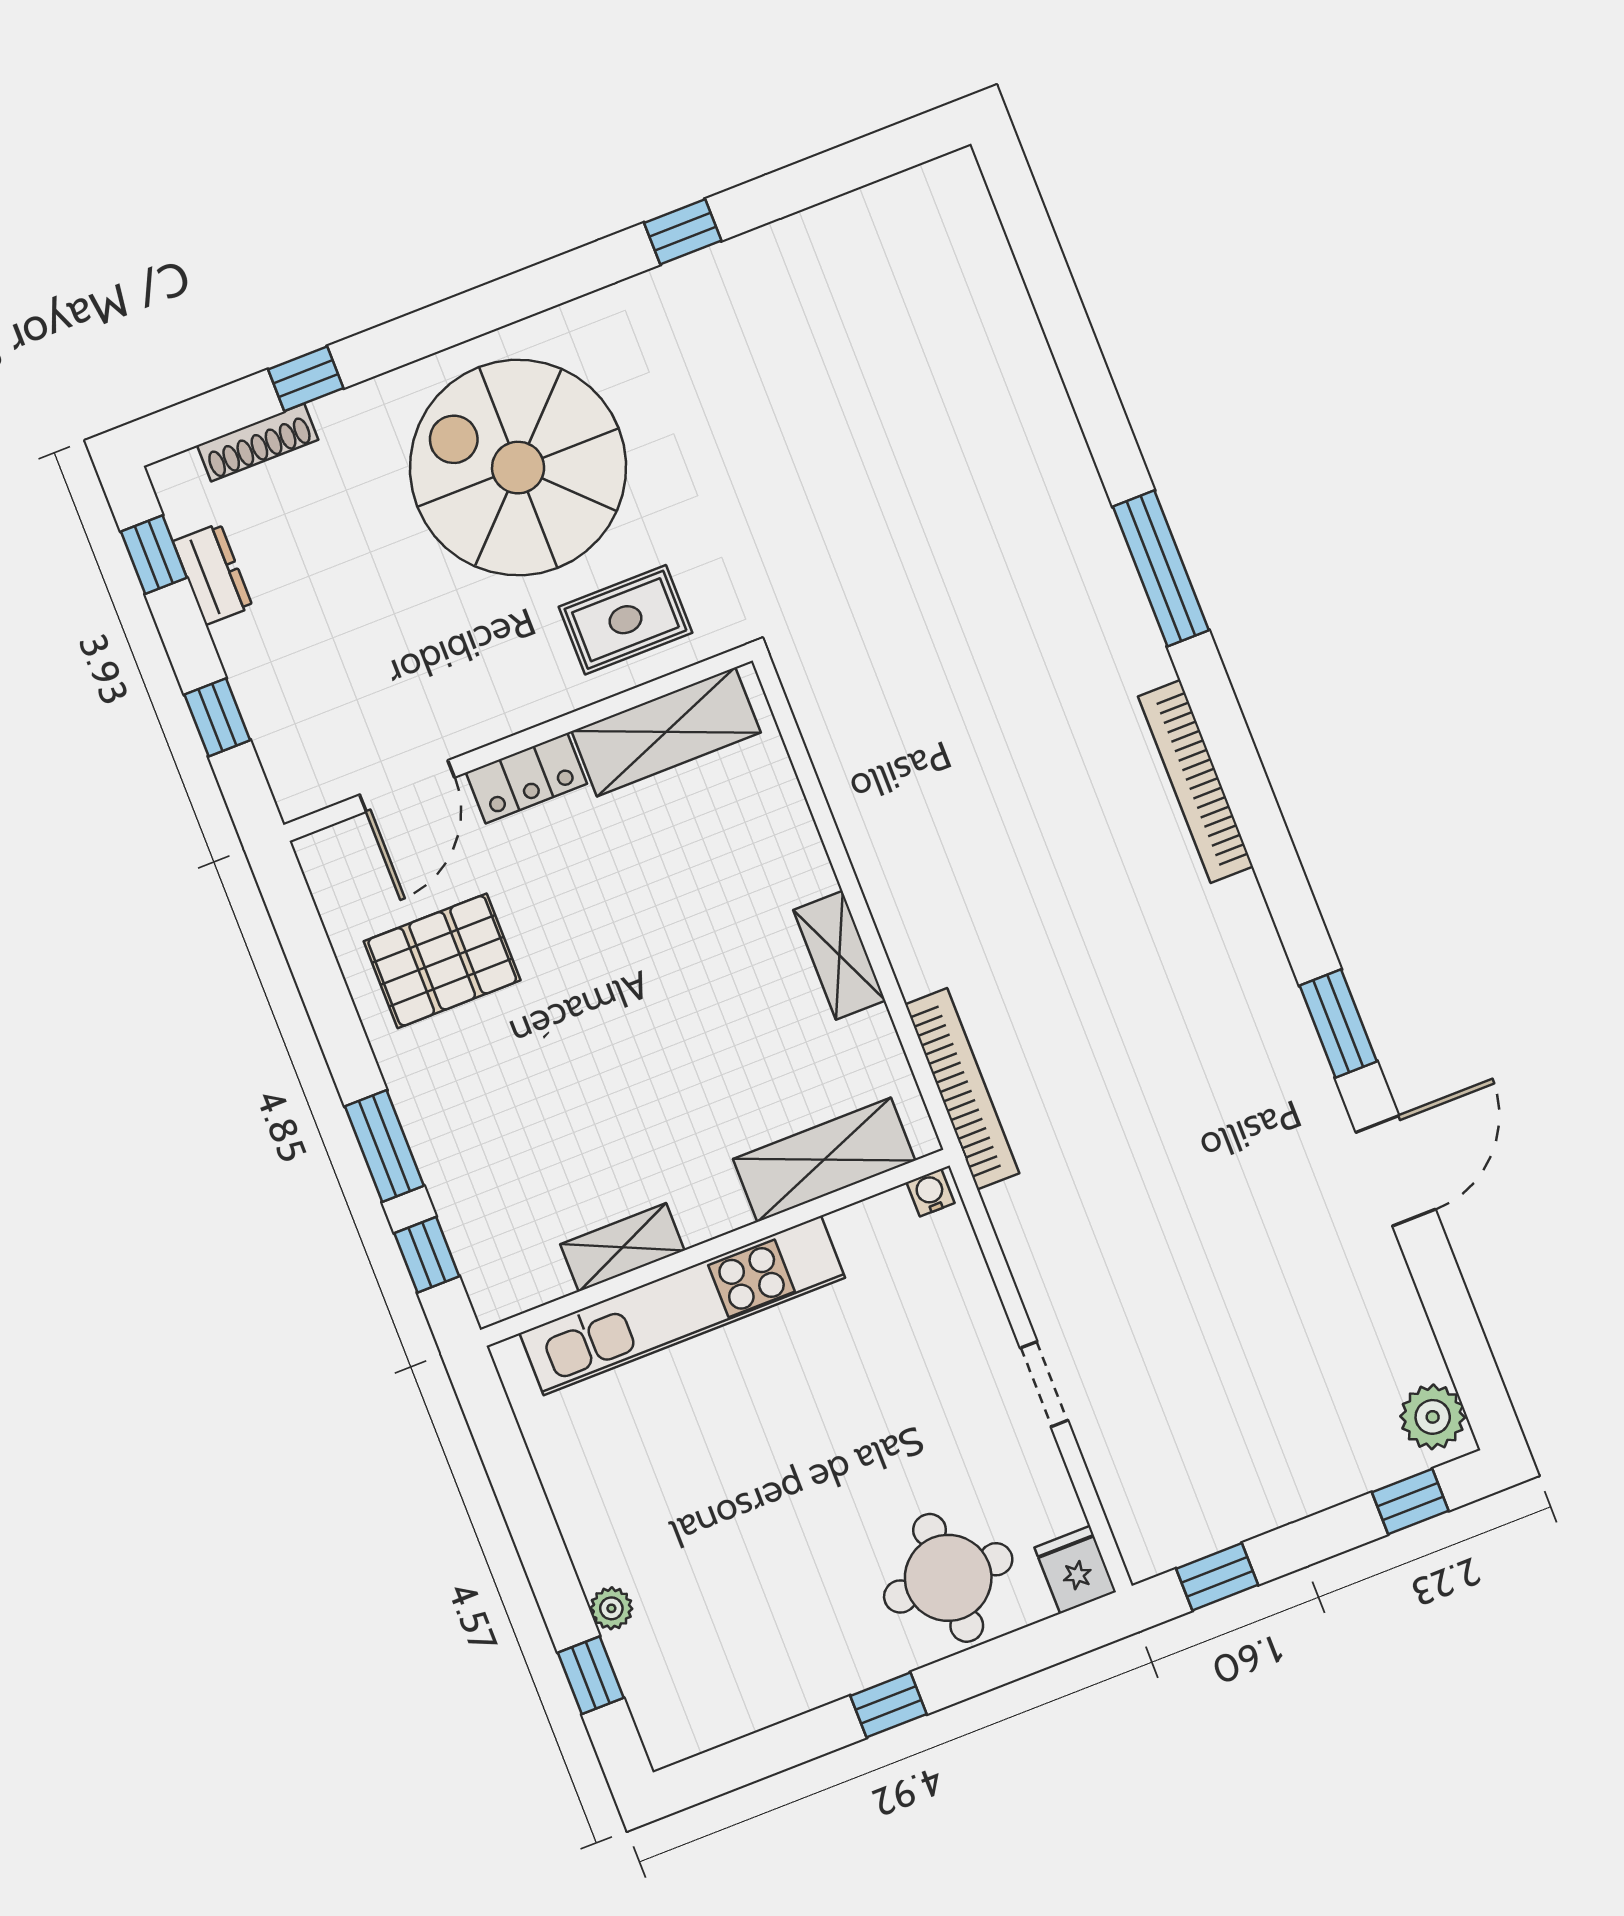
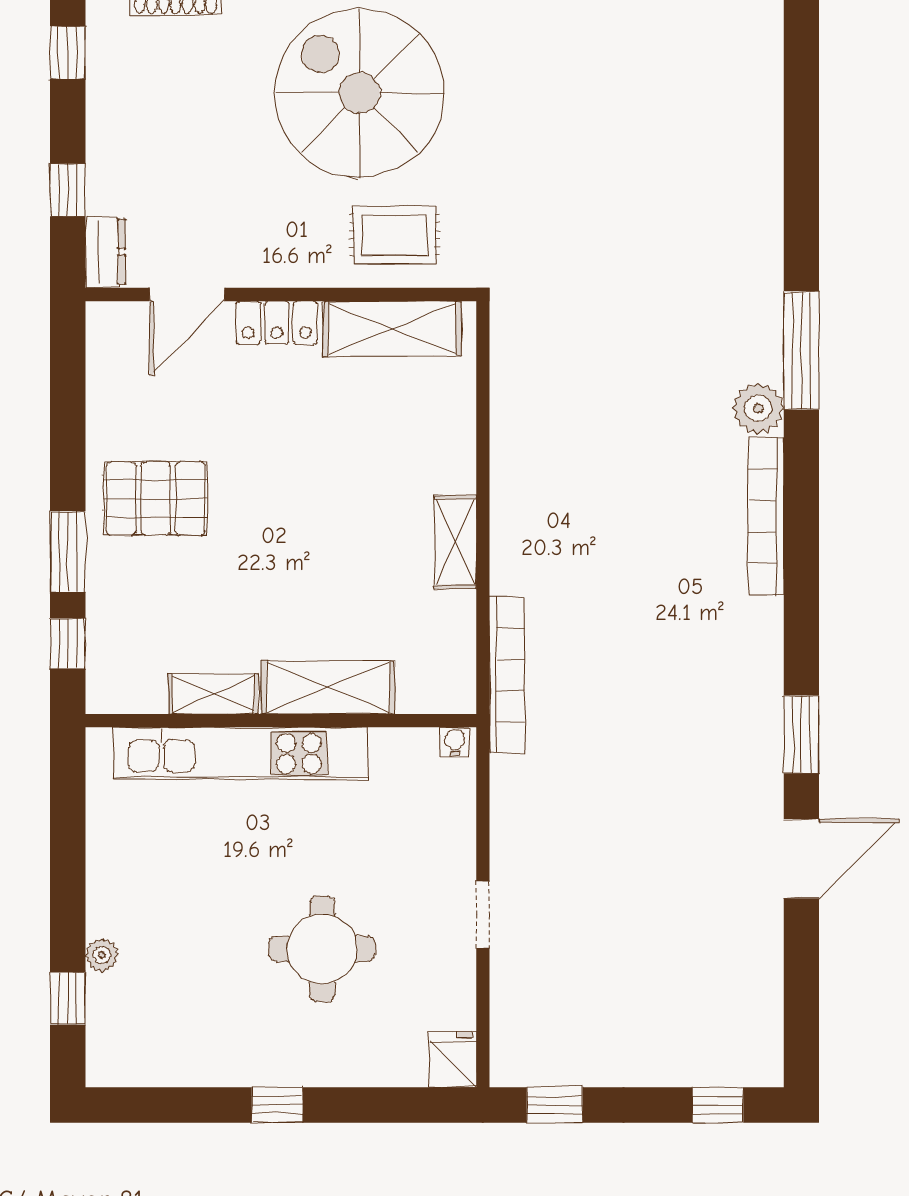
dresser: (213, 574) -> (105, 252), moved
pallet: (442, 961) -> (156, 499), moved
shelving: (824, 1160) -> (328, 687), moved
plant: (1433, 1417) -> (758, 408), moved
round table: (948, 1578) -> (322, 949), moved

